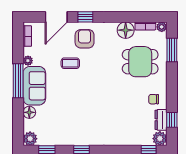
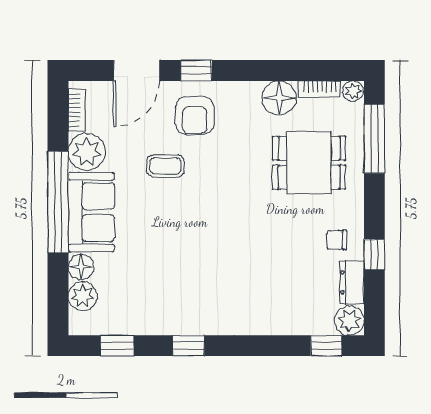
armchair: (85, 39) -> (195, 116), turned 180
window: (172, 50) -> (374, 139), width x1.44
plant: (28, 61) -> (87, 152), width x1.87, depth x1.87
window: (18, 81) -> (58, 202), width x1.46
window: (172, 120) -> (374, 255), moved
plant: (30, 139) -> (83, 296), moved

